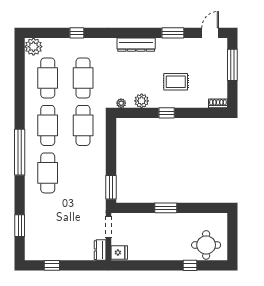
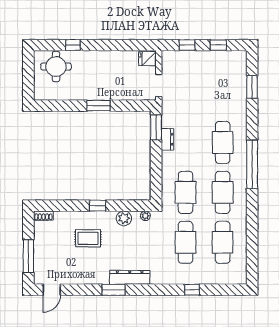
window: (173, 33) -> (114, 290), moved
plant: (33, 47) -> (238, 275), removed
dresser: (100, 250) -> (167, 139), moved
window: (81, 265) -> (187, 45), added

